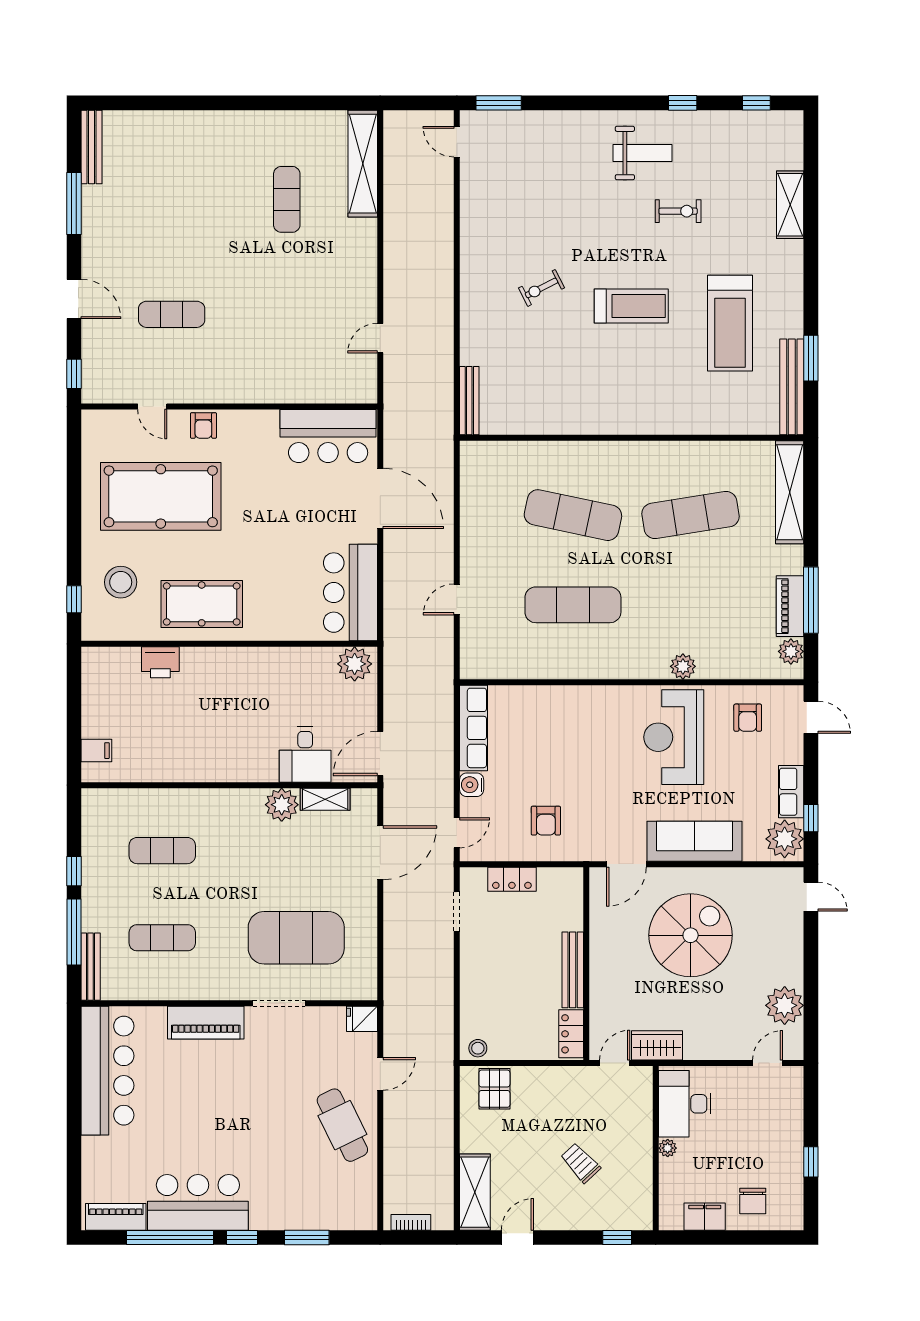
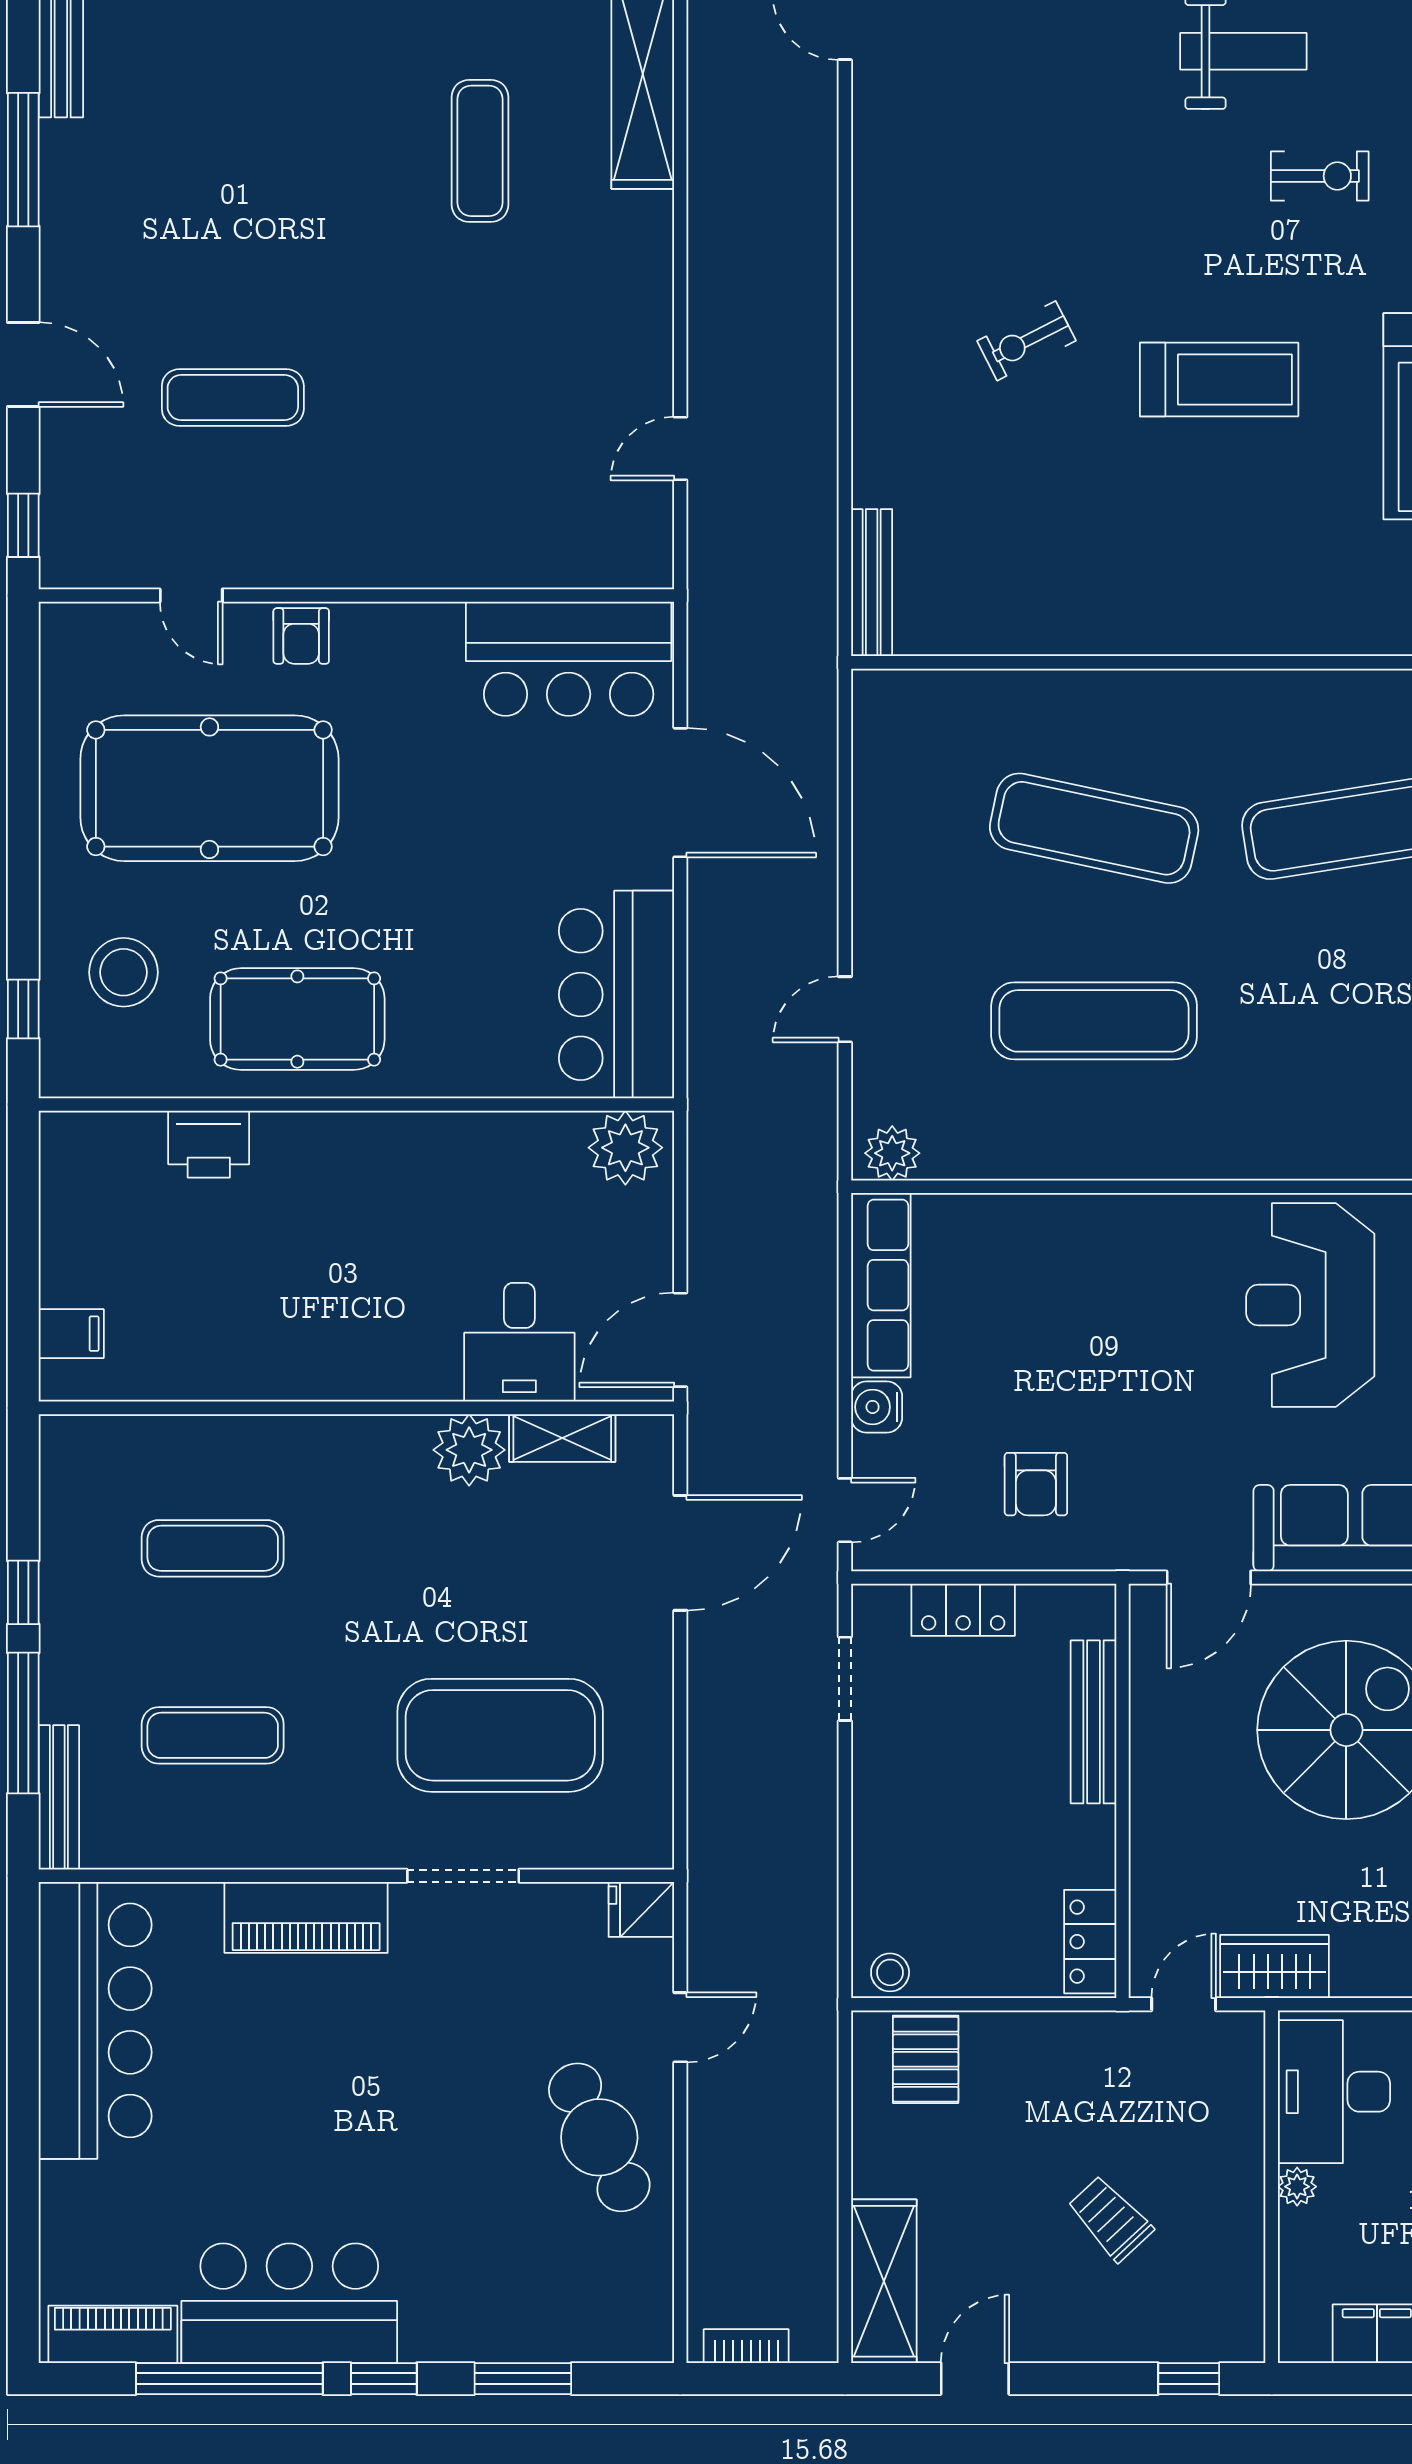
plant: (683, 666) -> (892, 1153), moved
bench: (573, 970) -> (1093, 1722), moved

